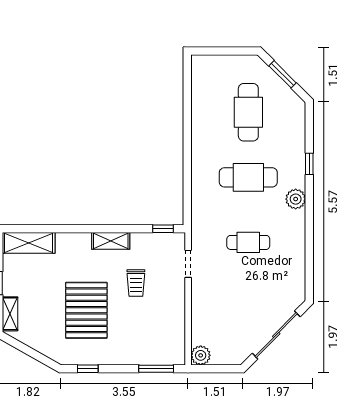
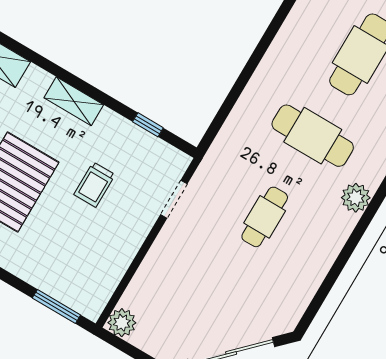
window: (163, 229) -> (148, 125), moved
shelving: (111, 241) -> (74, 101), moved
cafe table: (248, 242) -> (265, 217), turned 90

